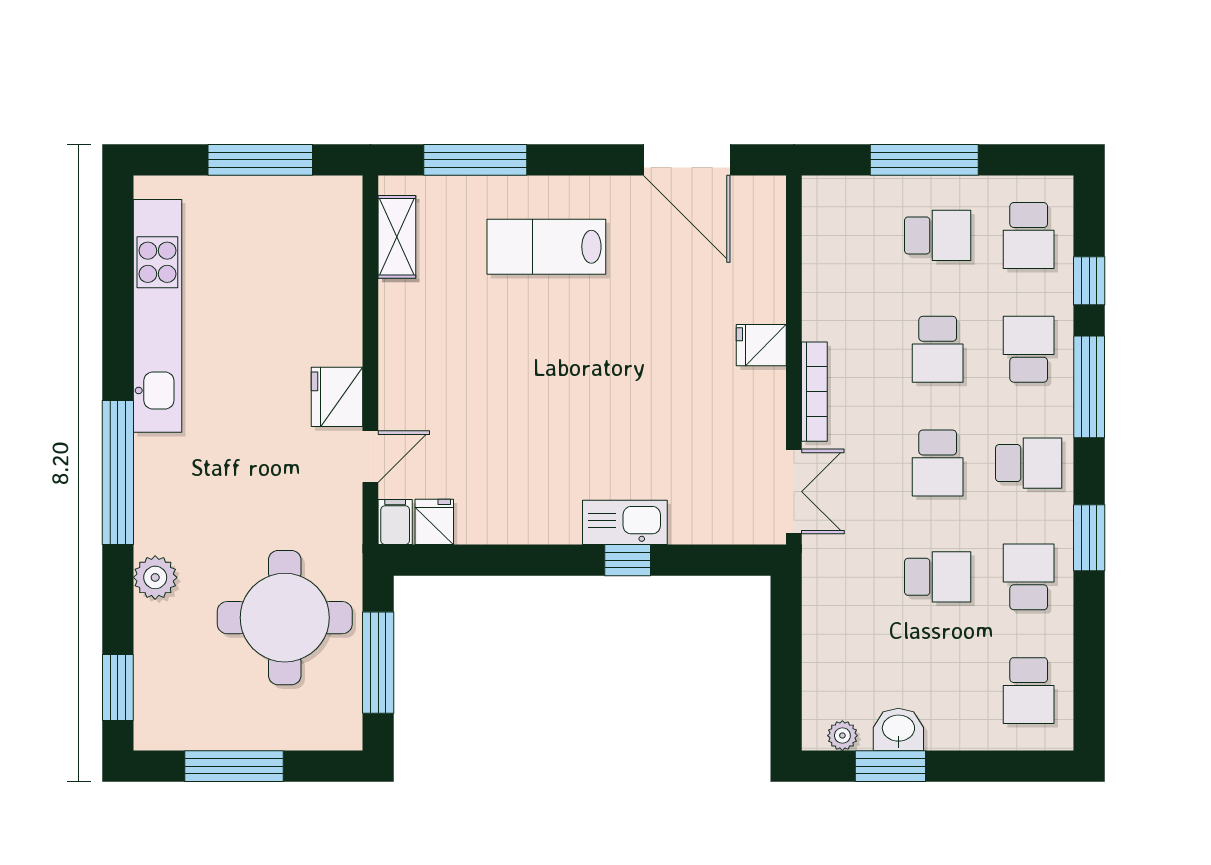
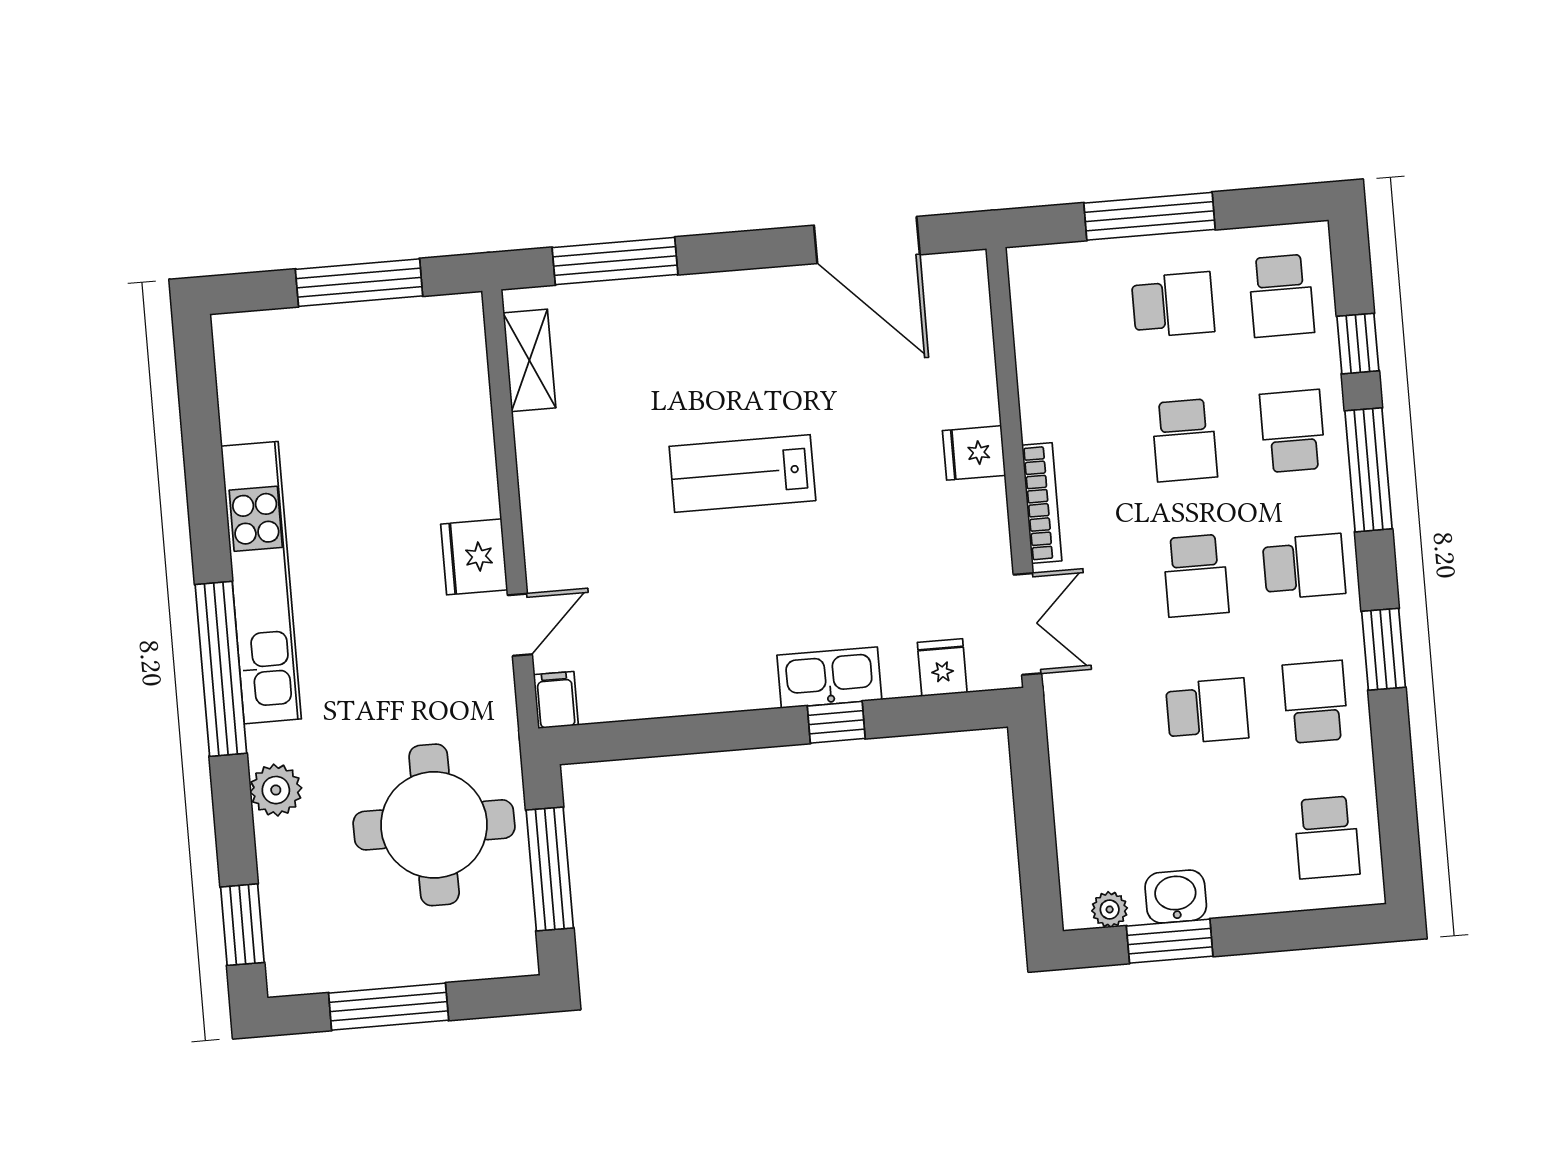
lab bench: (546, 247) -> (742, 473), moved
kitchen unit: (157, 316) -> (261, 583), moved
fridge: (434, 522) -> (942, 667), moved

